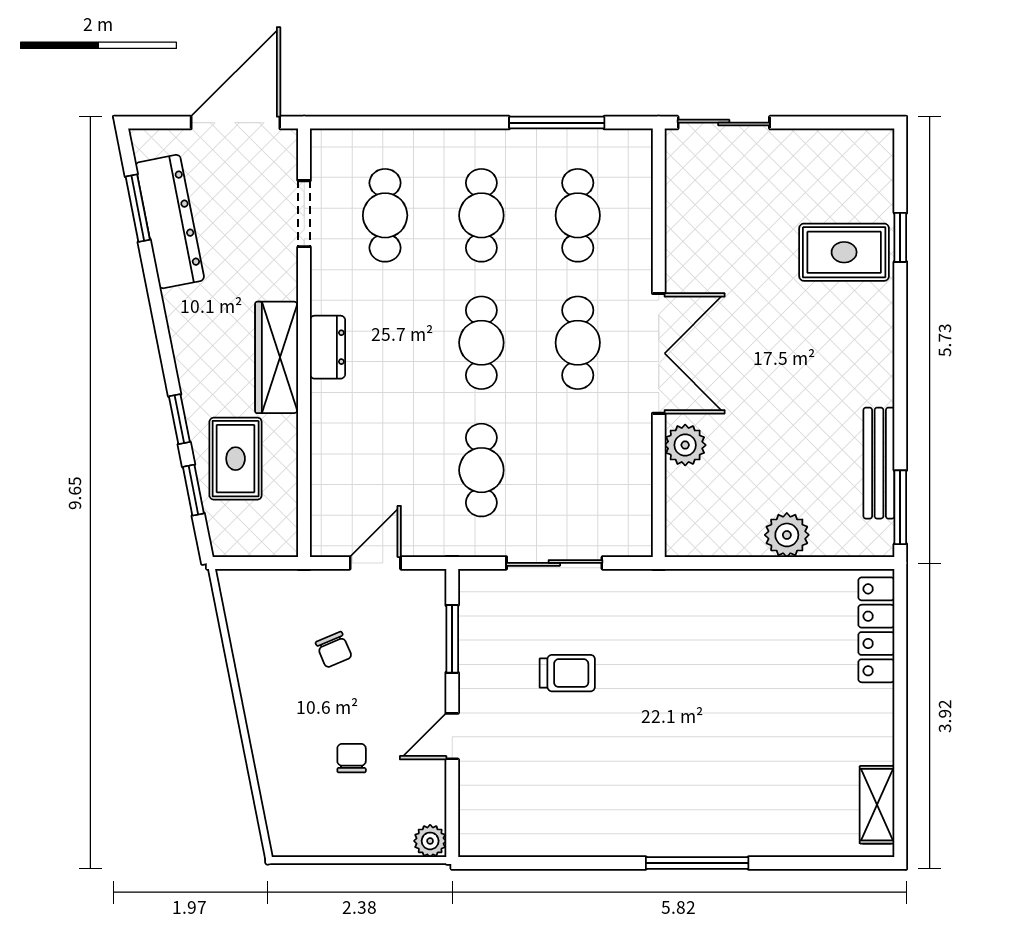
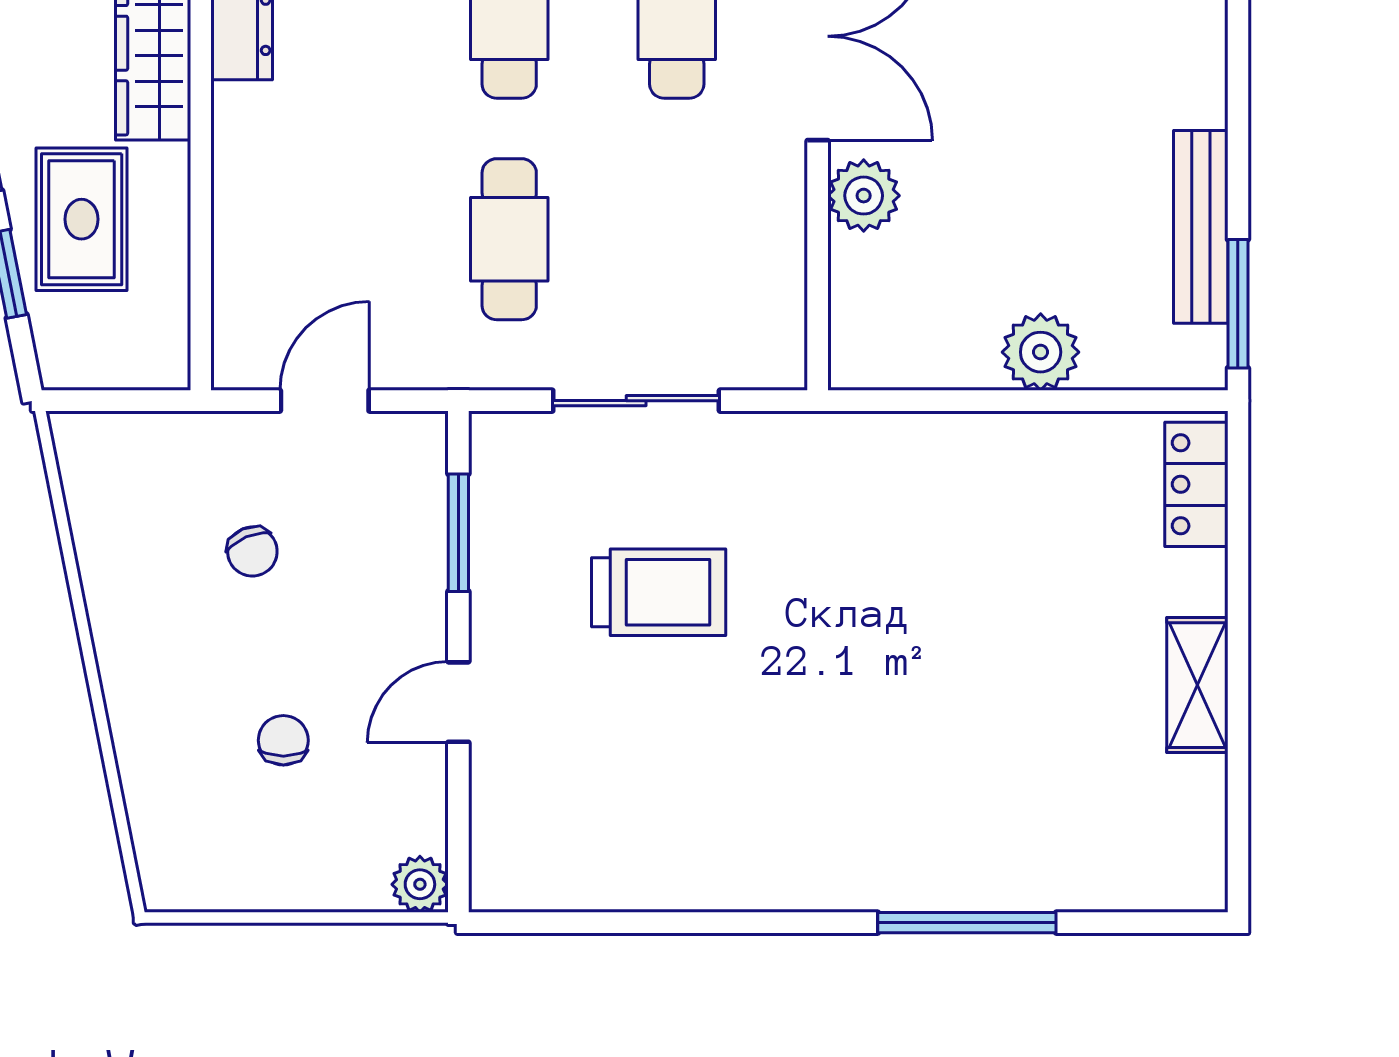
locker: (876, 630) -> (1196, 484), width x0.66
trolley: (567, 673) -> (659, 592), width x1.36, depth x1.39
shelving: (877, 805) -> (1197, 685), moved
window: (697, 863) -> (967, 923), moved

